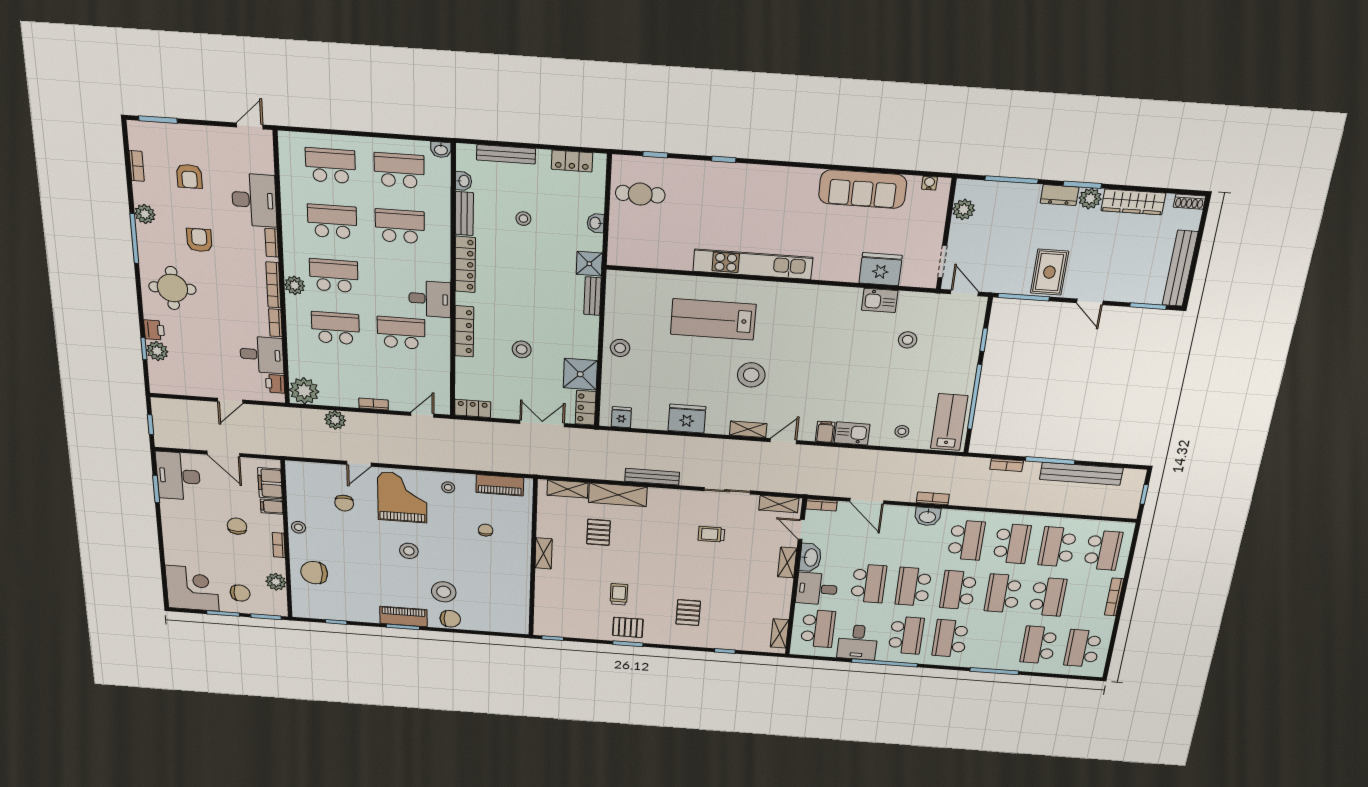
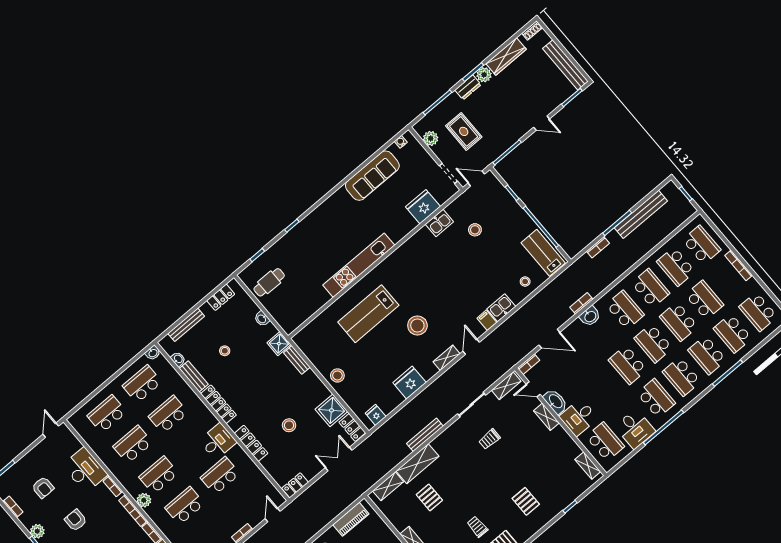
rug: (1049, 272) -> (464, 131), moved
school desk: (869, 583) -> (707, 355), moved, turned 180

